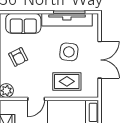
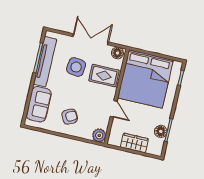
rug: (67, 81) -> (104, 76), turned 90
floor lamp: (92, 90) -> (117, 53), added

